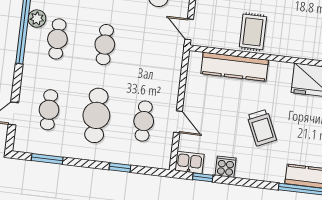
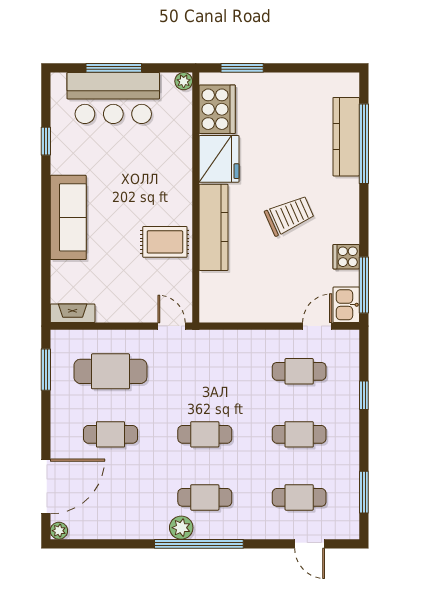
door: (189, 29) -> (172, 326), swing flipped
kitchen counter: (235, 67) -> (214, 227), moved
cafe table: (96, 115) -> (299, 434), width x0.73, depth x0.74
door: (178, 122) -> (317, 326), moved
window: (203, 177) -> (364, 285), width x2.17

